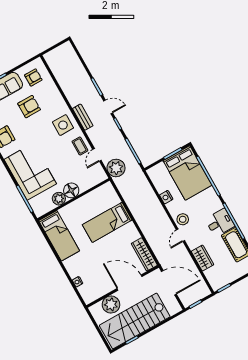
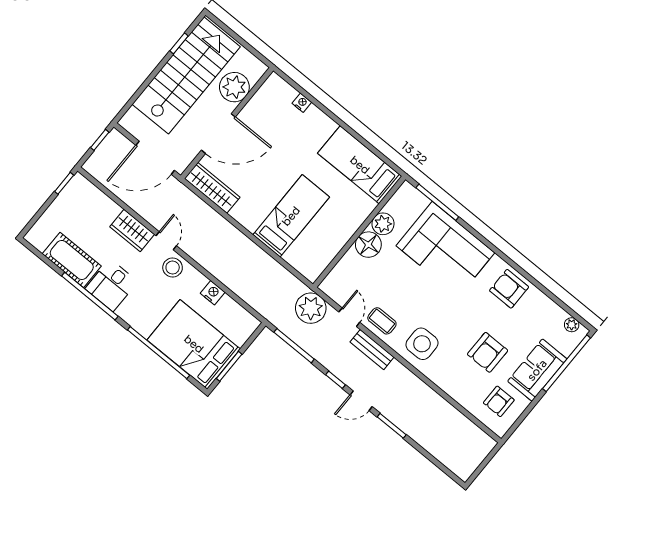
bench: (83, 117) -> (372, 350), moved
wardrobe: (203, 258) -> (132, 230), moved

